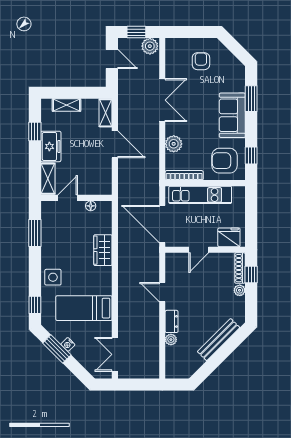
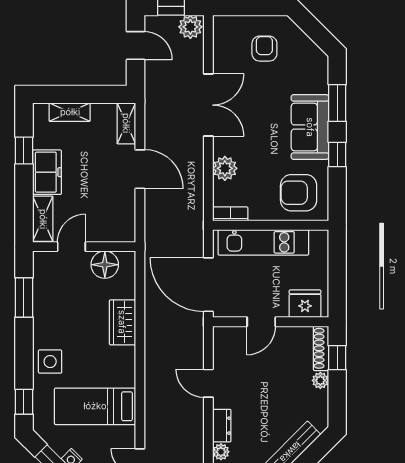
window: (251, 155) -> (337, 154), moved
bookcase: (184, 175) -> (230, 214), width x0.64
floor lamp: (91, 206) -> (105, 265), width x1.89, depth x1.89

